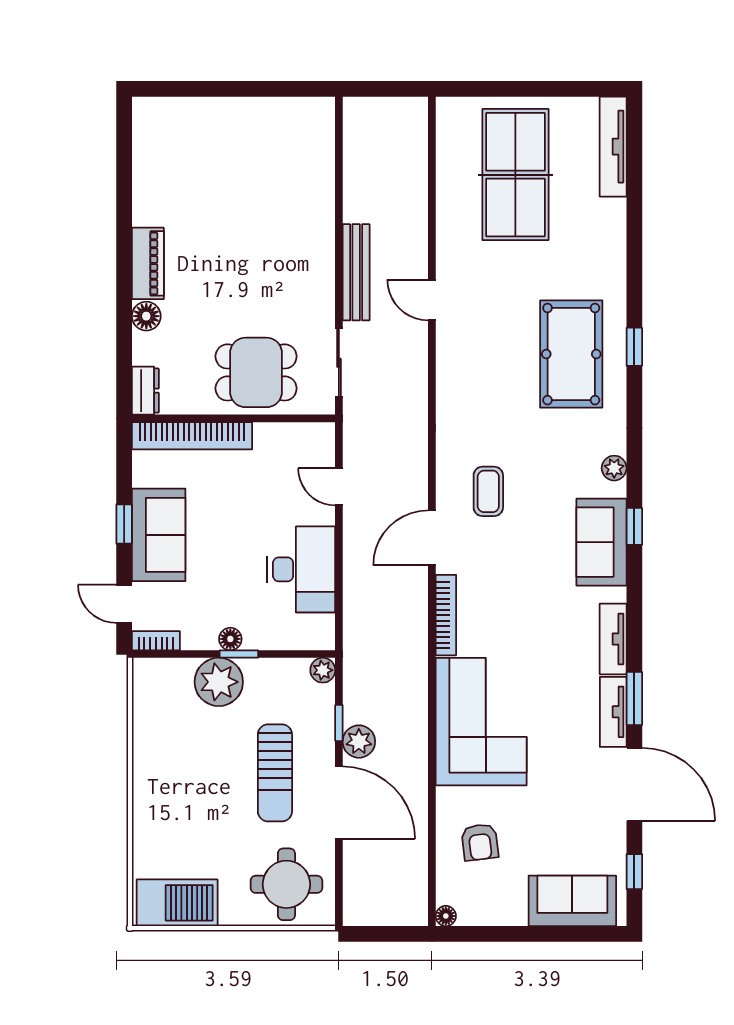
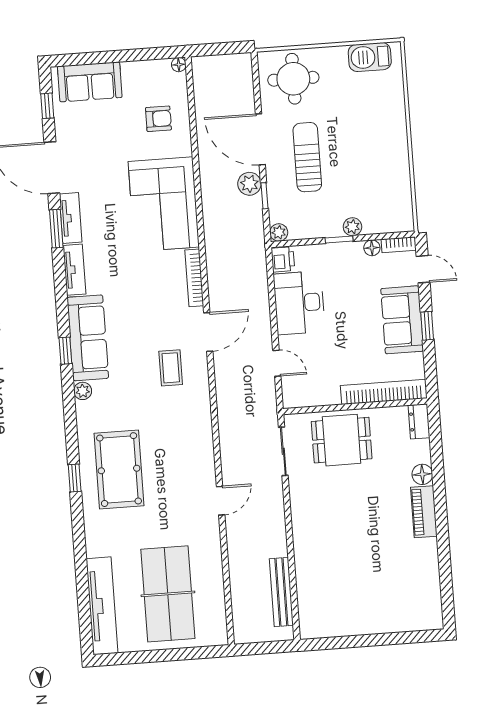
tv unit: (613, 147) -> (102, 606), width x1.36, depth x1.29
bench: (356, 272) -> (281, 592), moved
door: (432, 300) -> (221, 501), hinge flipped
sofa: (601, 542) -> (88, 338), width x1.36
printer: (320, 632) -> (283, 259), added
floor lamp: (230, 639) -> (372, 248), moved
plant: (219, 682) -> (352, 227), width x0.53, depth x0.53
armchair: (480, 842) -> (158, 119), turned 97
barbecue: (177, 903) -> (370, 57), width x0.73, depth x0.83

